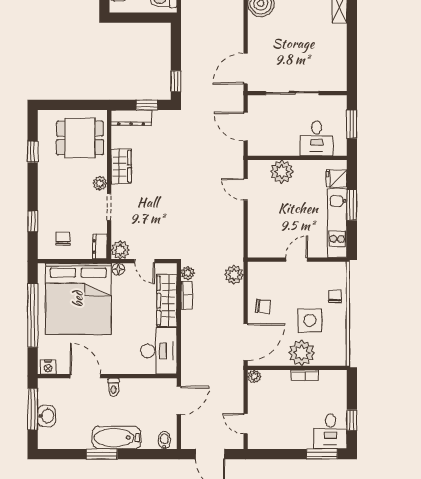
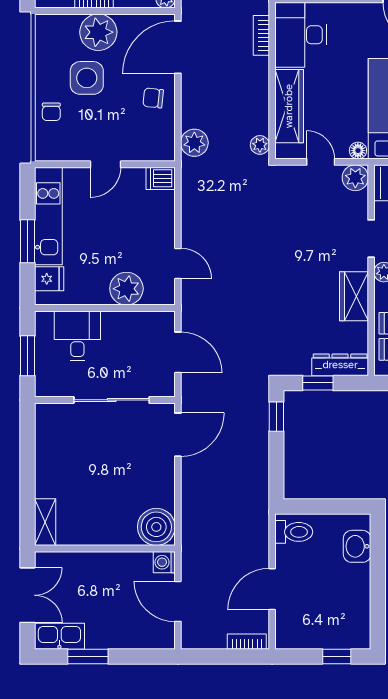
dishwasher: (258, 250) -> (161, 178), added
bookcase: (187, 295) -> (261, 35), moved

